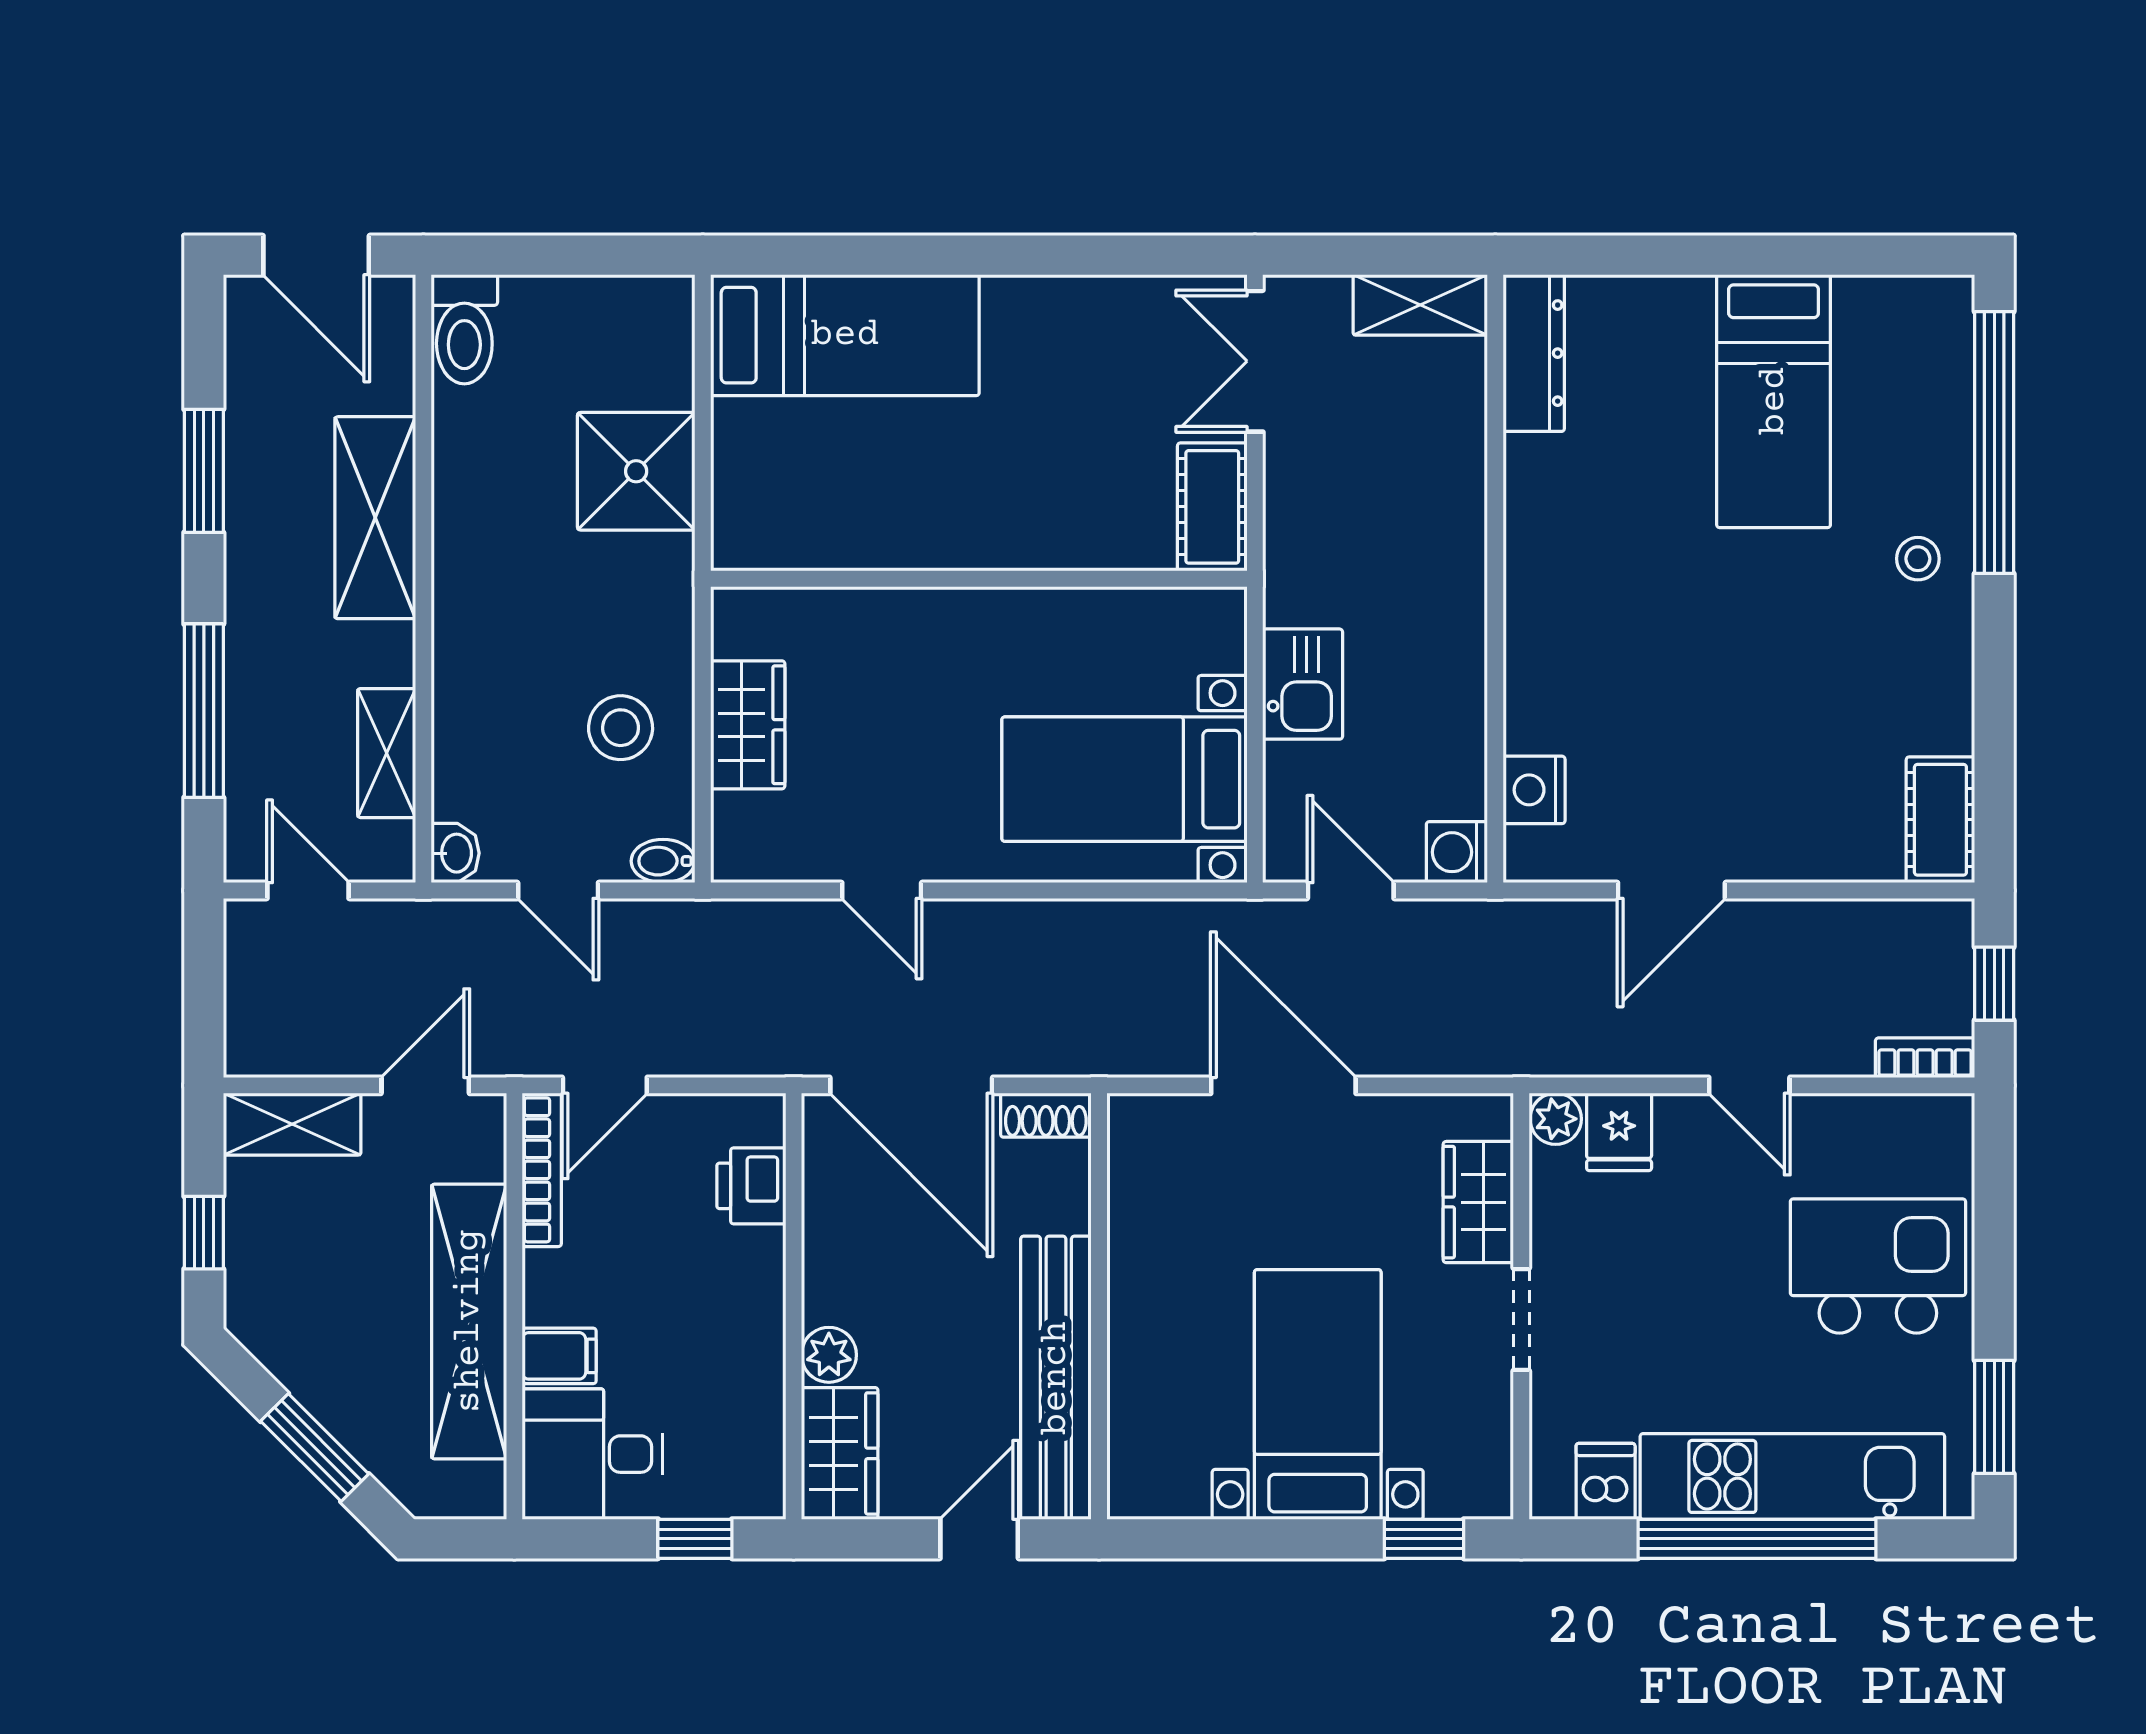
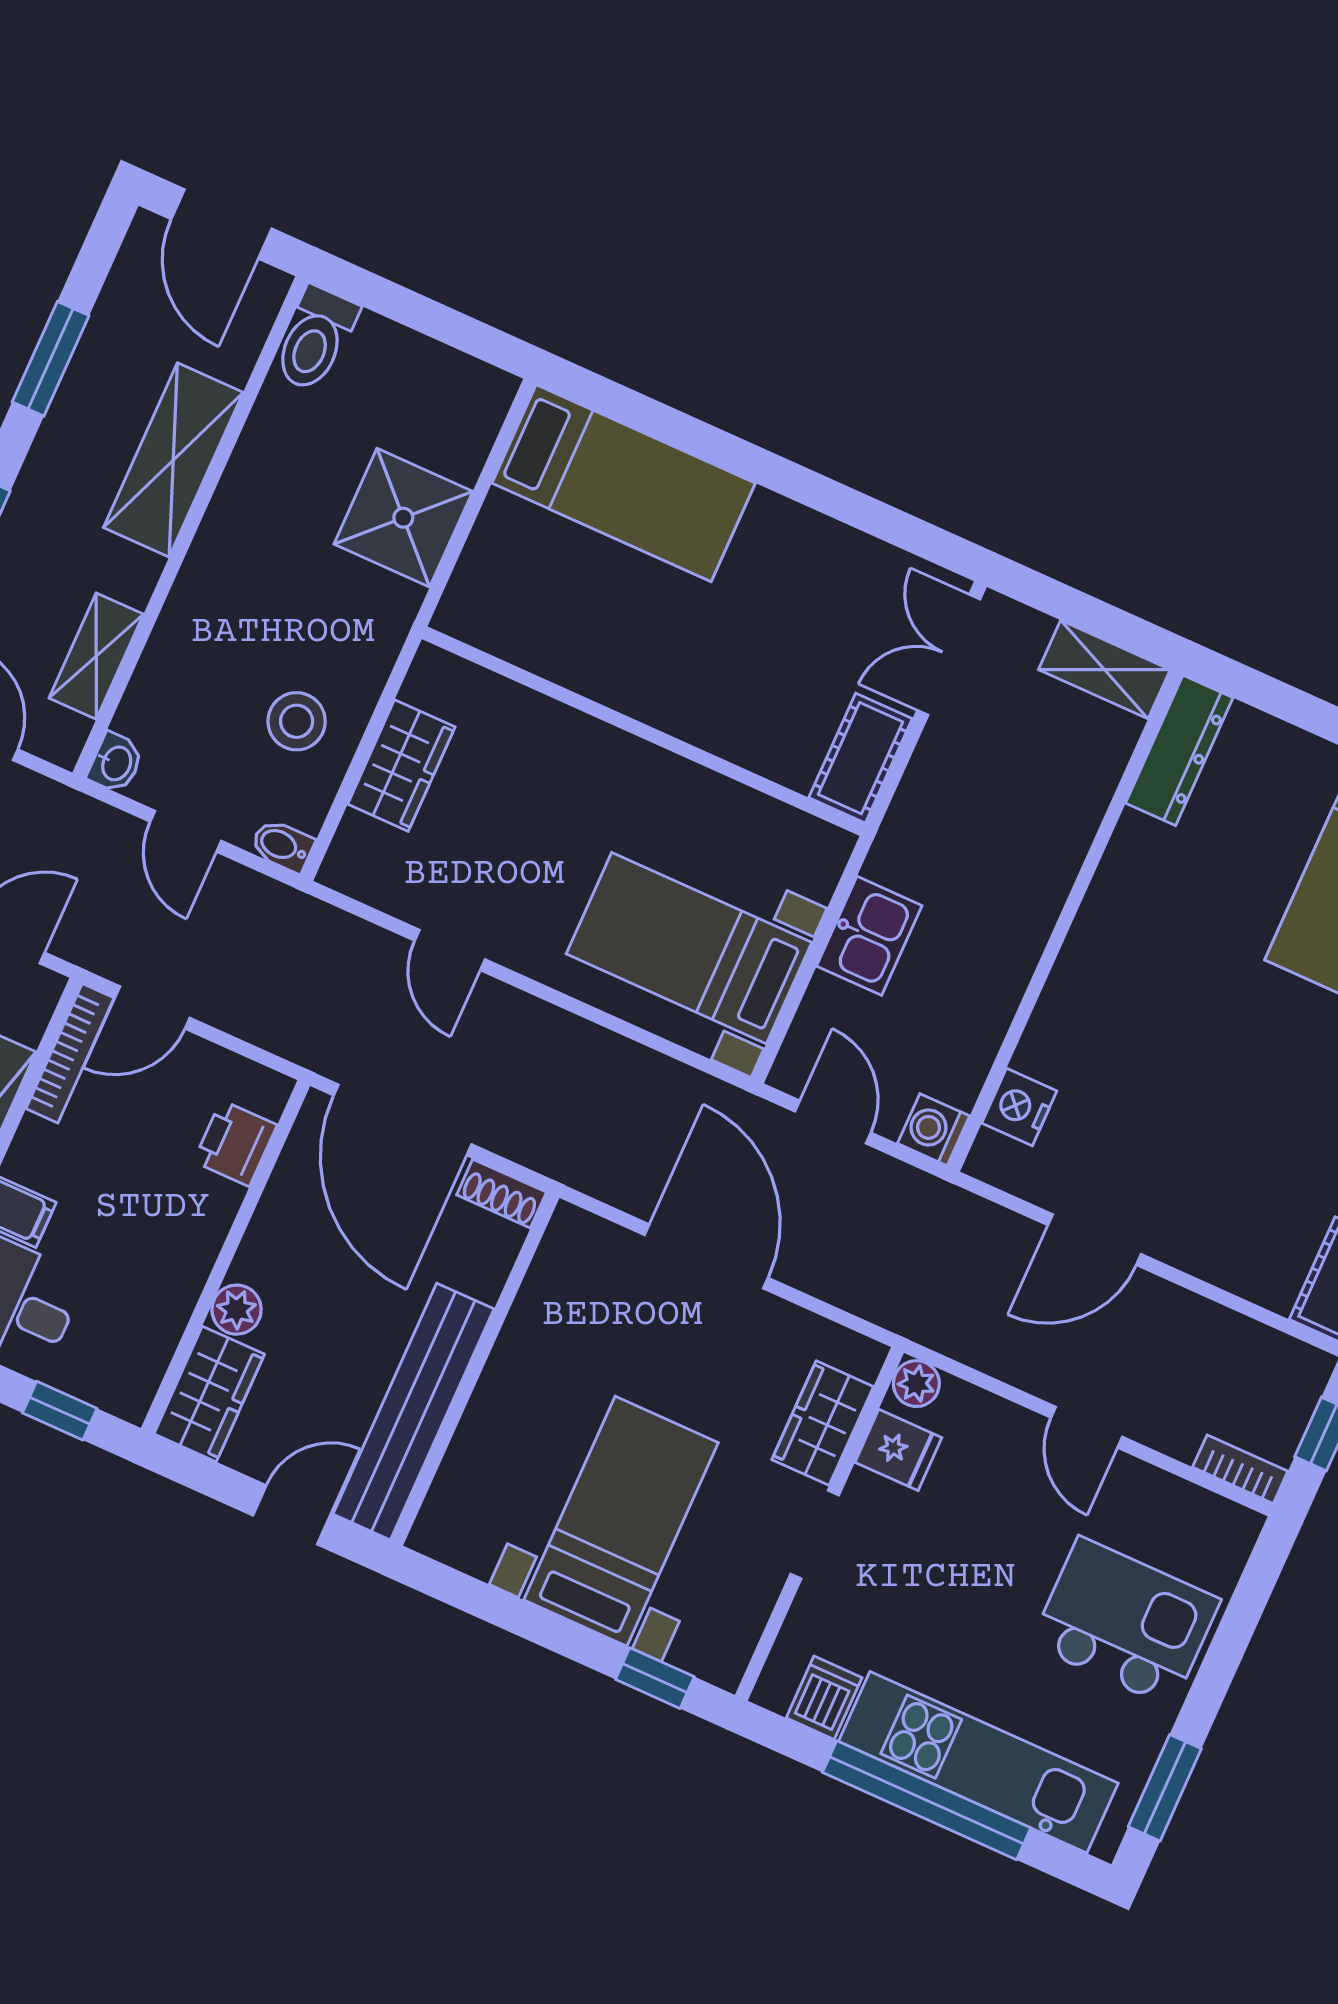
fridge: (1619, 1132) -> (898, 1450), moved, turned -90

